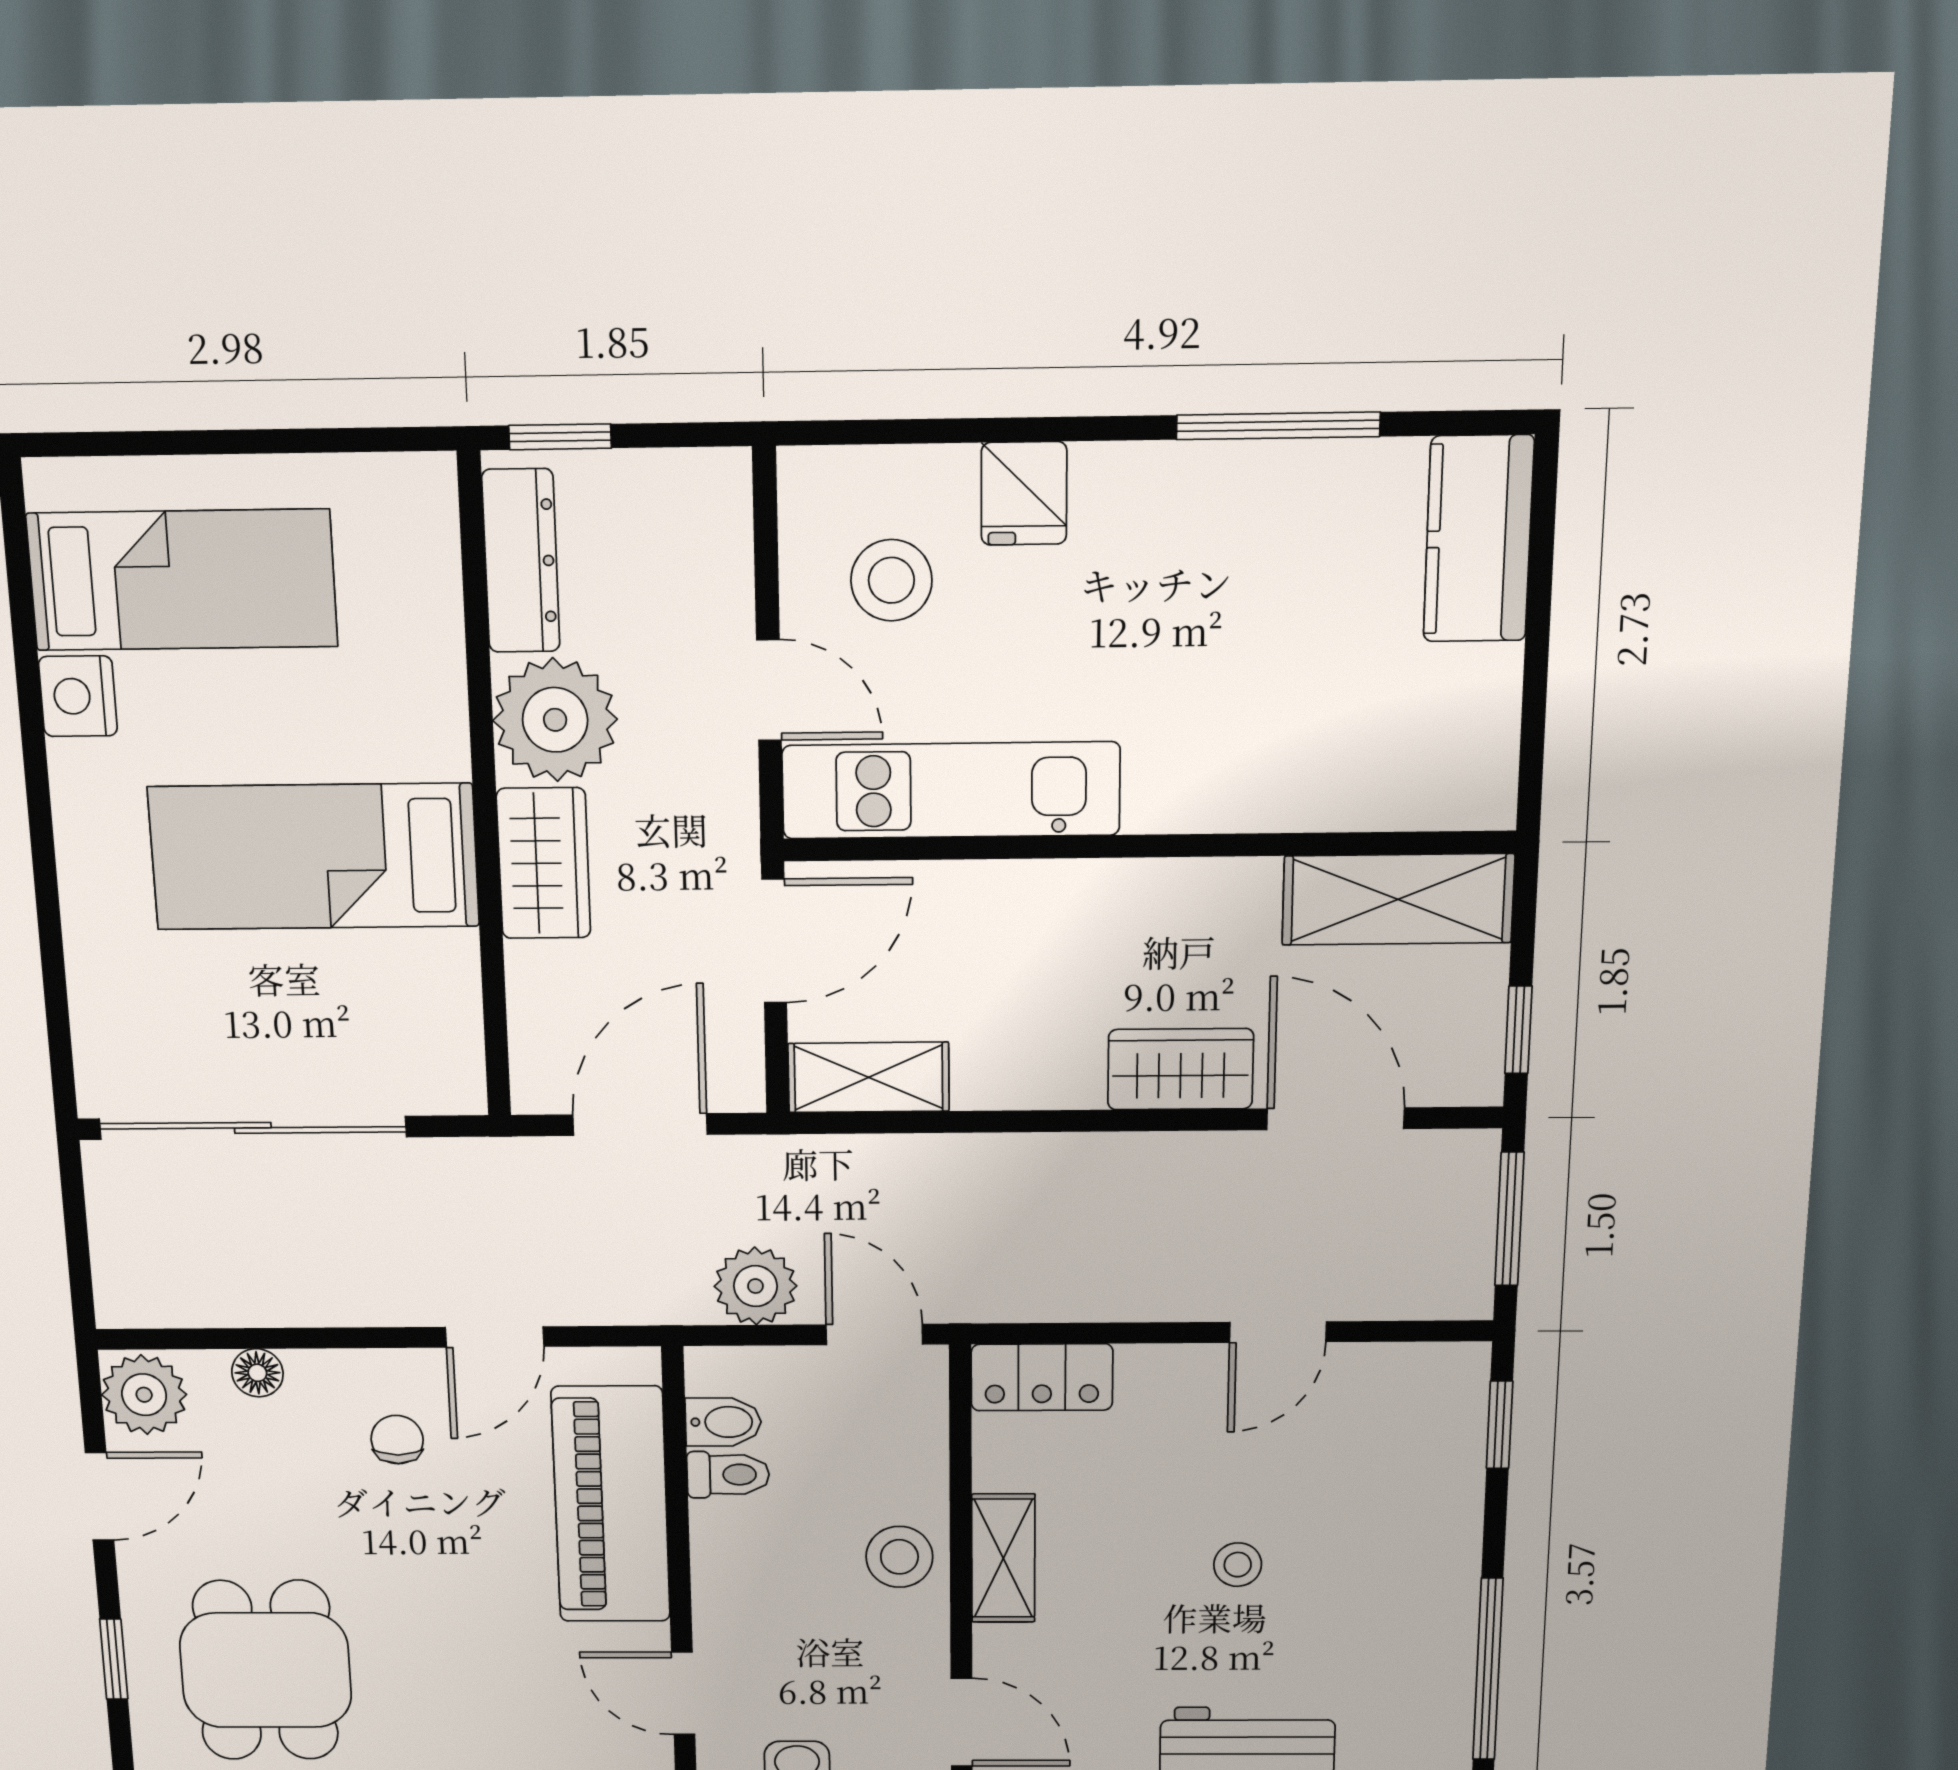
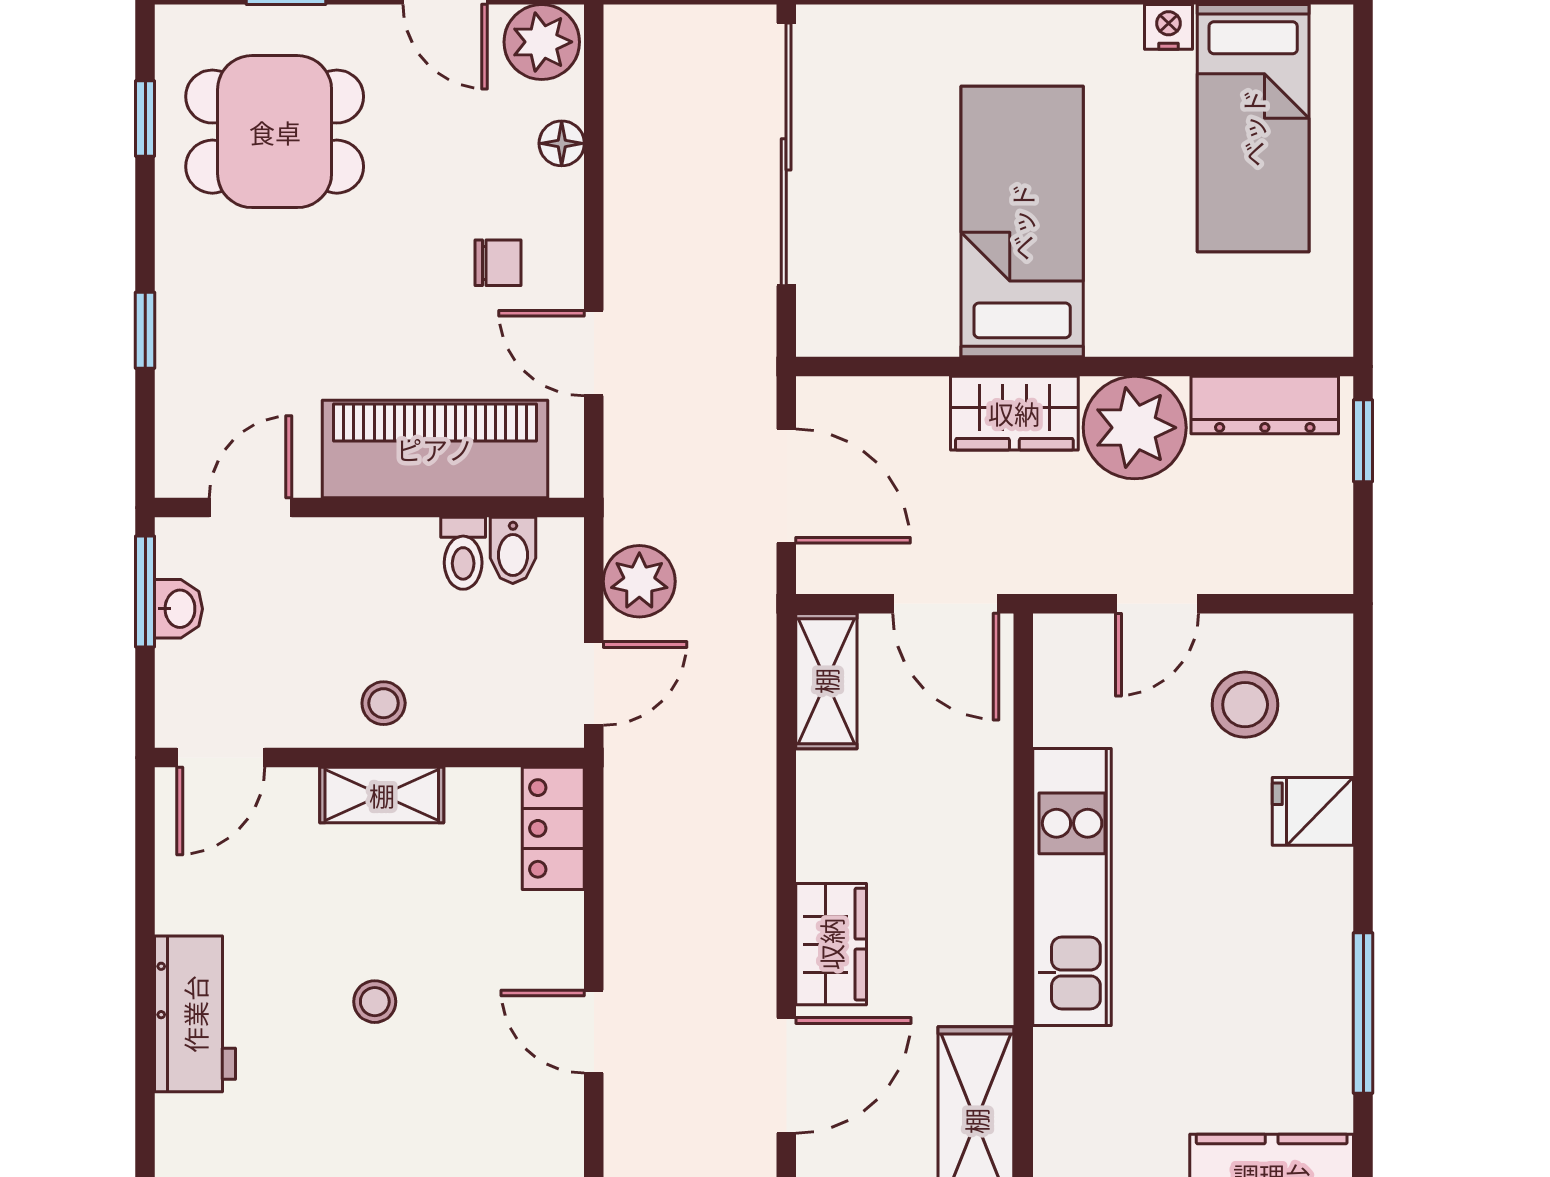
nightstand: (78, 696) -> (1169, 27), width x0.72, depth x0.74
kitchen unit: (951, 790) -> (1072, 887), moved
stool: (899, 1557) -> (384, 703), width x0.73, depth x0.73

